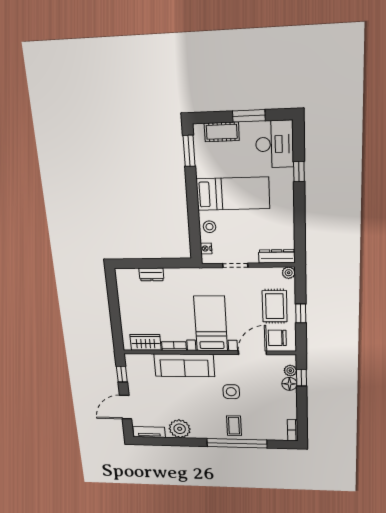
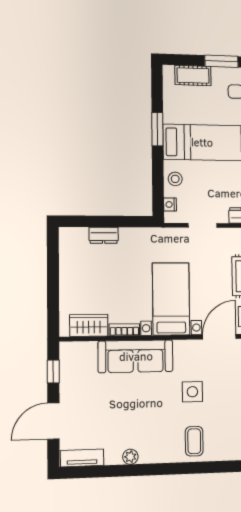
window: (189, 151) -> (157, 129), moved
plant: (180, 429) -> (130, 457), width x0.53, depth x0.53
window: (237, 443) -> (197, 468), removed

